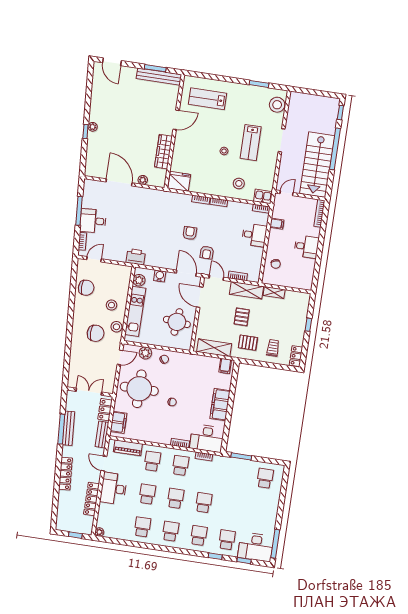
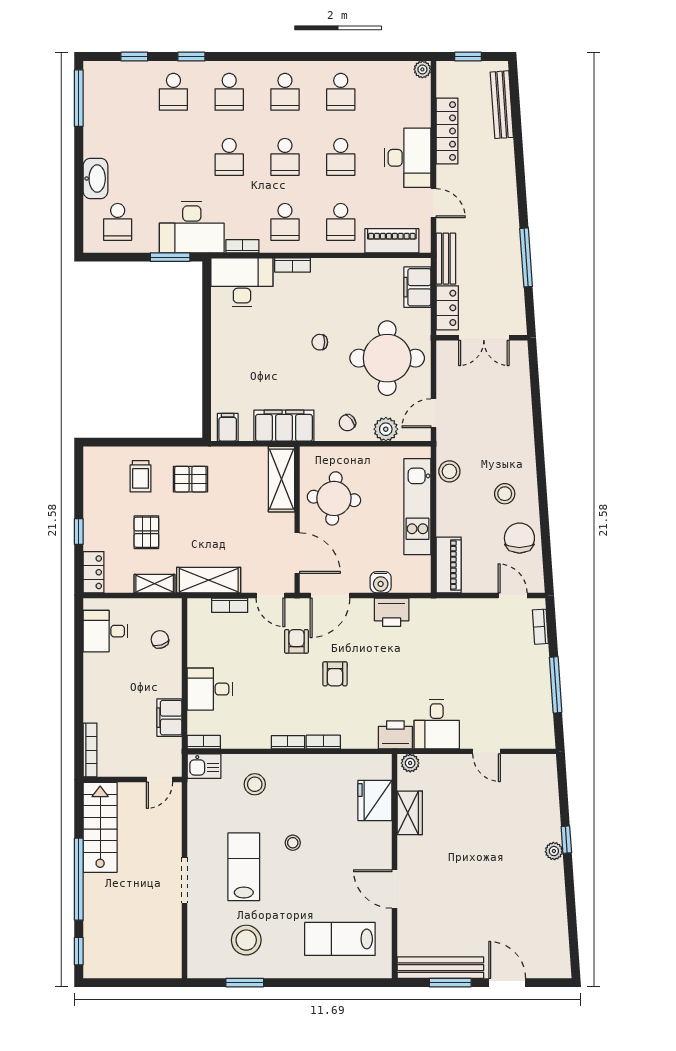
door: (112, 62) -> (507, 983), moved
lab bench: (208, 99) -> (340, 939), turned 180
stool: (277, 105) -> (246, 940), moved
door: (176, 120) -> (395, 889), hinge flipped
wardrobe: (163, 152) -> (410, 813), width x0.67
stairs: (317, 165) -> (100, 827), width x0.73, depth x0.66
plant: (143, 180) -> (410, 763), moved
fridge: (179, 181) -> (375, 800), moved, turned 90
door: (119, 182) -> (486, 751), width x0.53
printer: (164, 198) -> (395, 735), added
desk: (93, 221) -> (437, 724), moved, turned 94
filing cabinet: (277, 224) -> (169, 718), width x2.00
desk: (306, 247) -> (106, 631), moved
printer: (136, 257) -> (392, 612), moved
door: (94, 259) -> (513, 595), swing flipped
door: (186, 273) -> (330, 595), hinge flipped
piano: (124, 280) -> (449, 565), added
plant: (139, 280) -> (419, 568), removed
chair: (86, 288) -> (519, 538), turned 90
stool: (111, 305) -> (505, 494), moved
pallet: (242, 317) -> (146, 532), moved
chair: (96, 333) -> (488, 453), removed
shelving: (214, 348) -> (281, 479), moved, turned 90
locker: (296, 356) -> (94, 572), moved
filing cabinet: (220, 405) -> (284, 426), moved, turned -90
bench: (68, 428) -> (502, 105), moved
locker: (65, 474) -> (505, 173), removed
washbasin: (273, 502) -> (95, 178), added
desk: (256, 547) -> (192, 227), moved, turned 180

